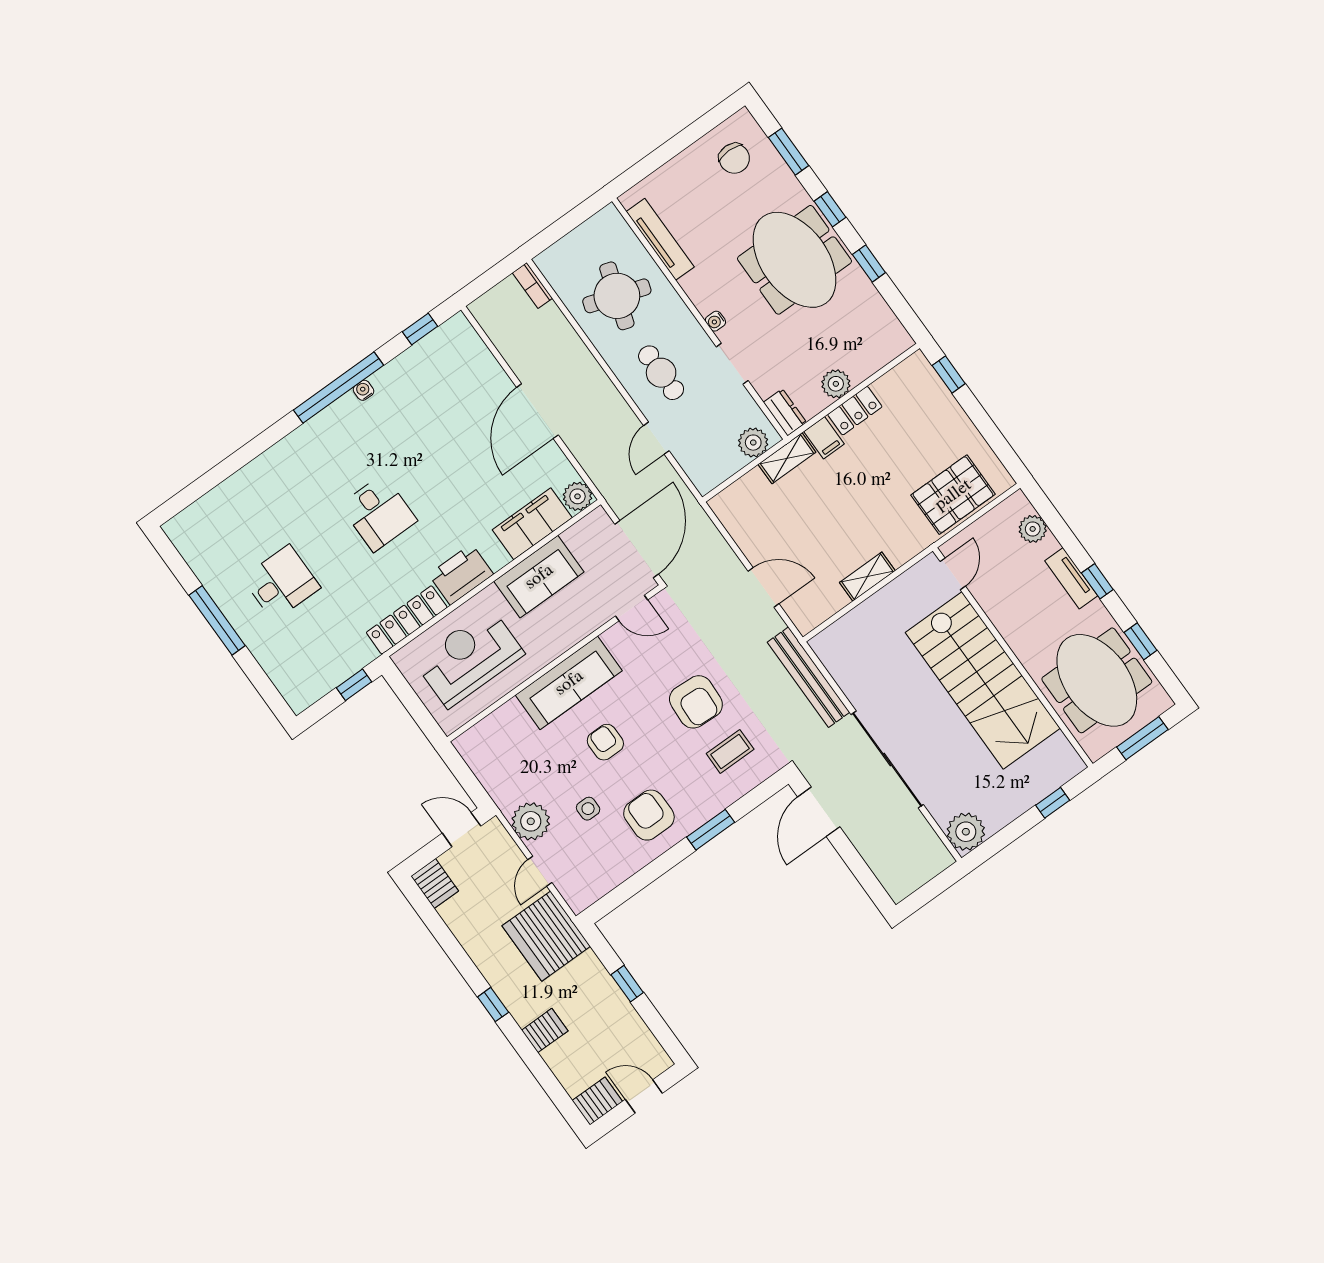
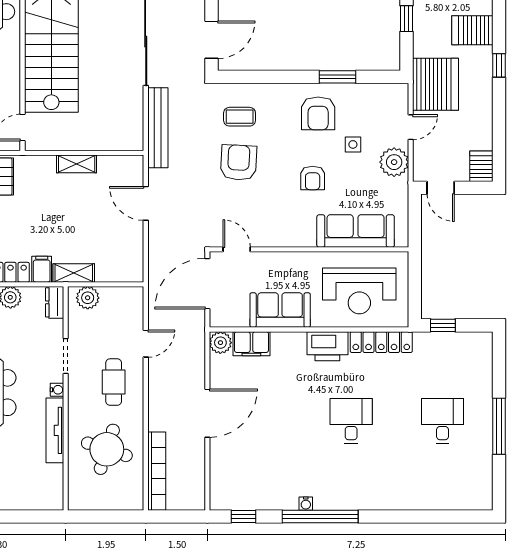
tv unit: (660, 239) -> (55, 430), moved
bookcase: (532, 286) -> (157, 471), width x2.31, depth x1.31
filing cabinet: (532, 524) -> (251, 344), width x0.67, depth x0.86
desk: (281, 583) -> (443, 421), turned 90
sofa: (569, 683) -> (356, 231), moved
window: (711, 830) -> (337, 77), moved
server rack: (545, 1031) -> (472, 30), width x1.36, depth x1.44

